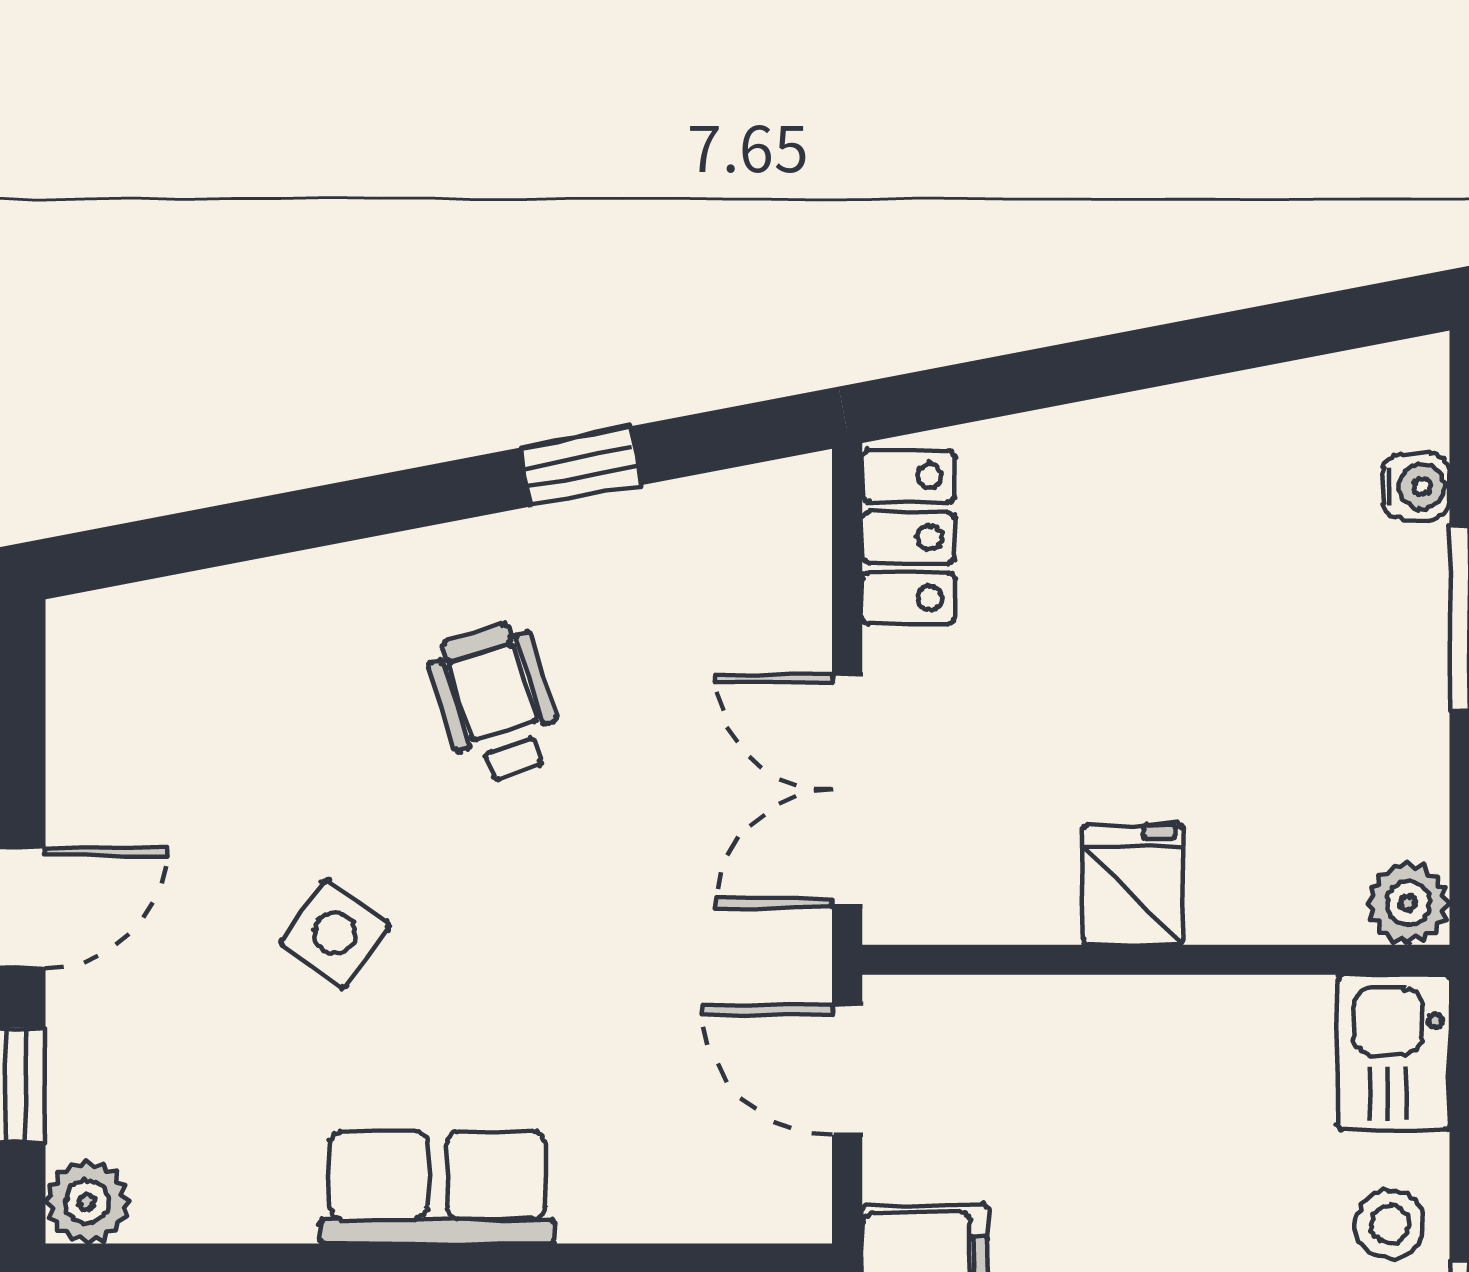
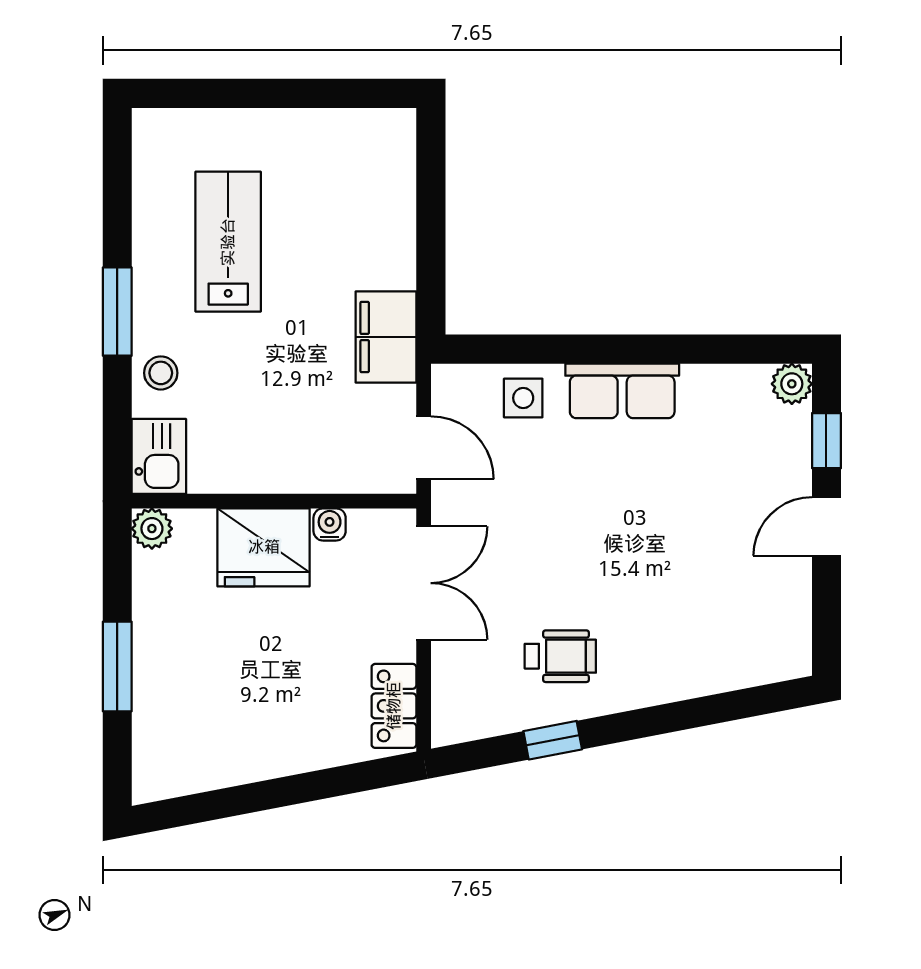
water cooler: (1417, 486) -> (330, 524), moved, turned 90
wheelchair: (496, 703) -> (560, 656), moved, turned -72
fridge: (1133, 885) -> (264, 547), width x1.88, depth x1.34
side table: (335, 934) -> (523, 398), moved, turned -36

